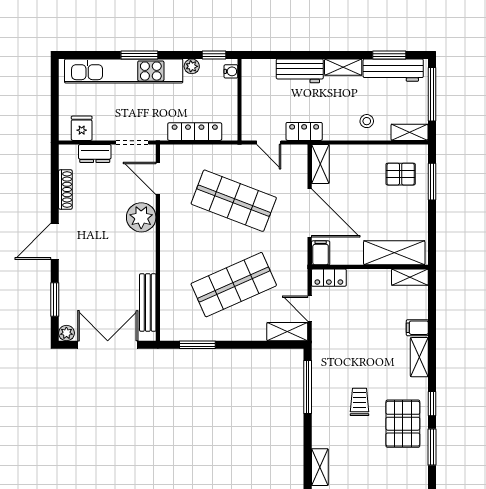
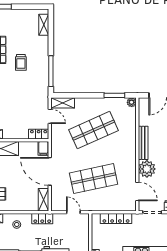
locker: (304, 131) -> (42, 219), moved
shop shelf: (234, 201) -> (94, 179), turned -33
bench: (148, 302) -> (143, 143), moved
plant: (168, 333) -> (132, 102), added

